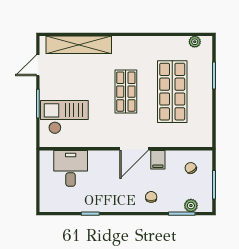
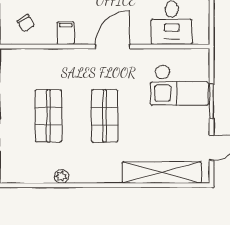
plant: (195, 42) -> (61, 176), moved
shop shelf: (172, 92) -> (48, 116), width x0.70, depth x0.74
door: (134, 149) -> (112, 46), moved

